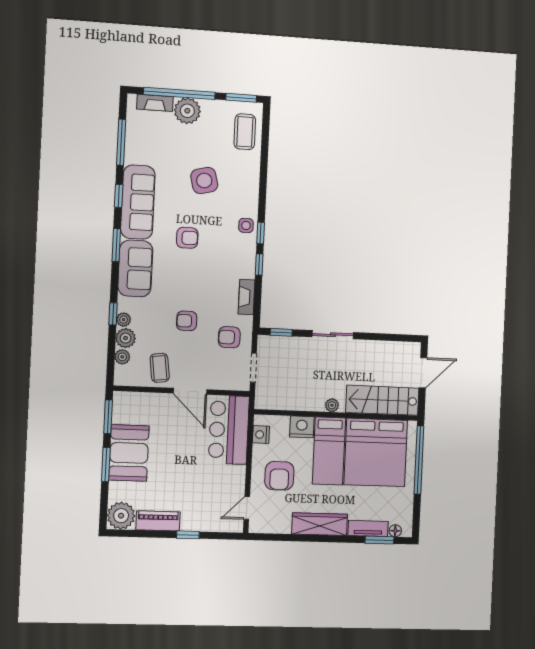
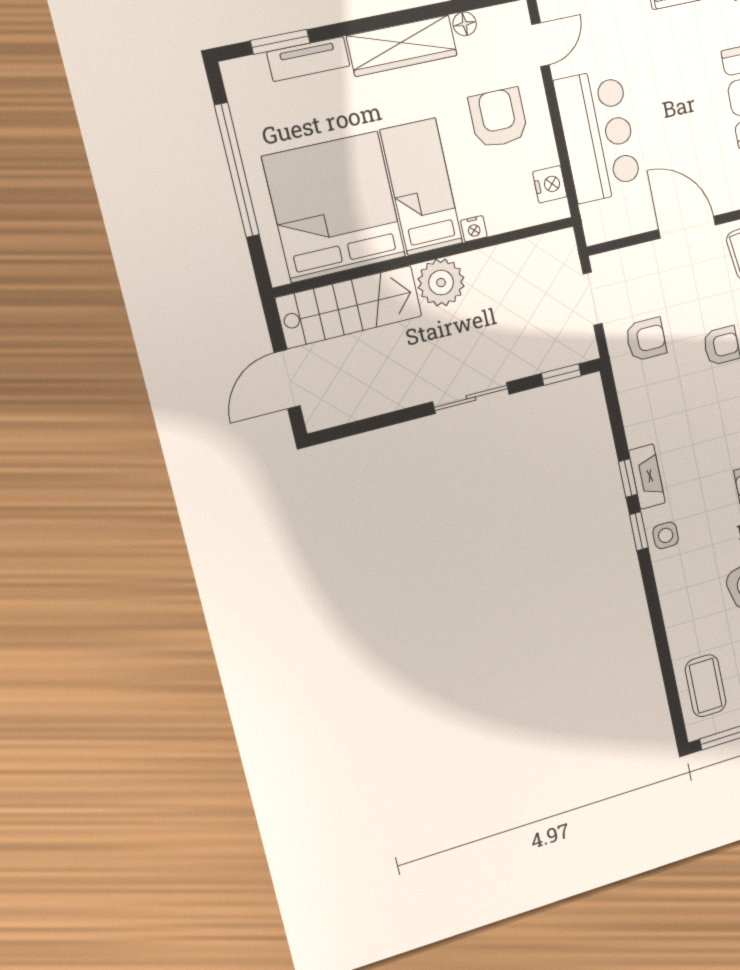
fireplace: (247, 297) -> (647, 477), moved
plant: (332, 405) -> (441, 283), width x1.87, depth x1.87
nightstand: (302, 427) -> (474, 229), width x0.53, depth x0.56
bar counter: (229, 430) -> (598, 135), moved
window: (419, 460) -> (237, 170), moved
floor lamp: (395, 531) -> (465, 24), moved

